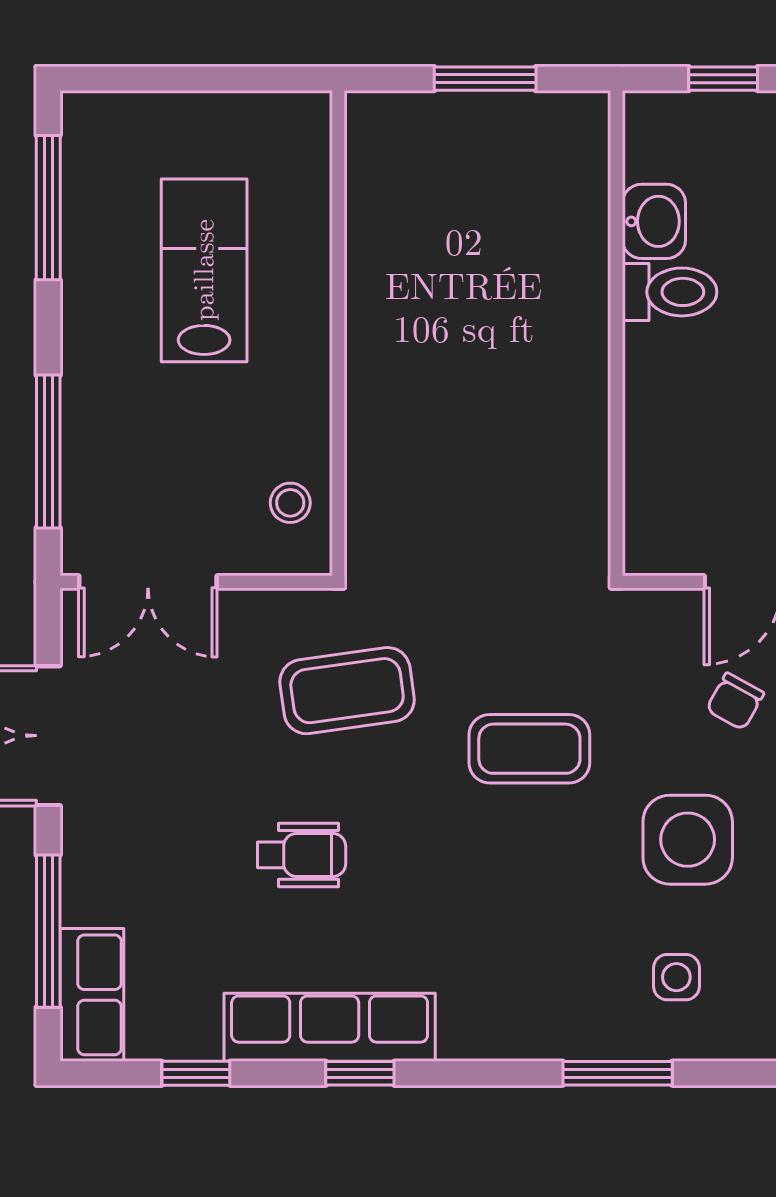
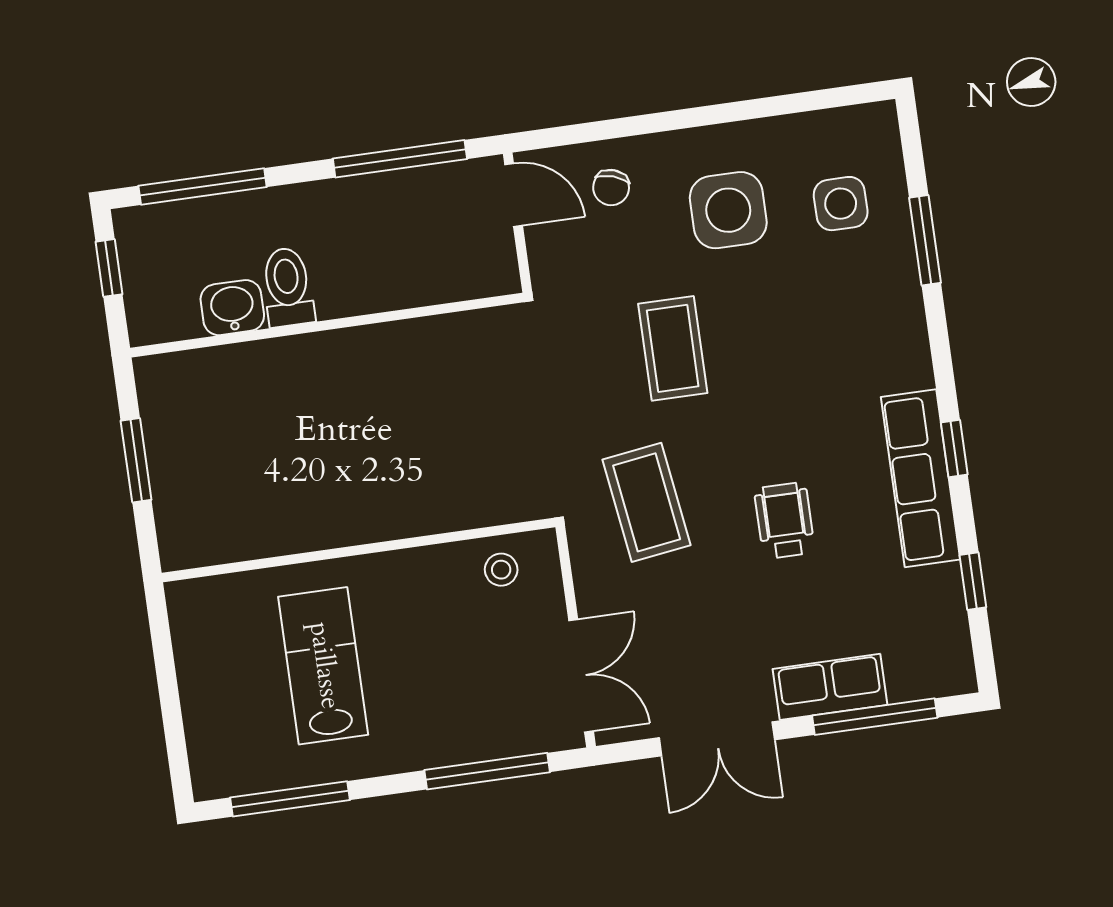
lab bench: (204, 270) -> (323, 666), turned 90
chair: (735, 701) -> (611, 188), turned 79
side table: (676, 977) -> (841, 204), width x1.37, depth x1.37
row of seats: (92, 995) -> (830, 687), moved

